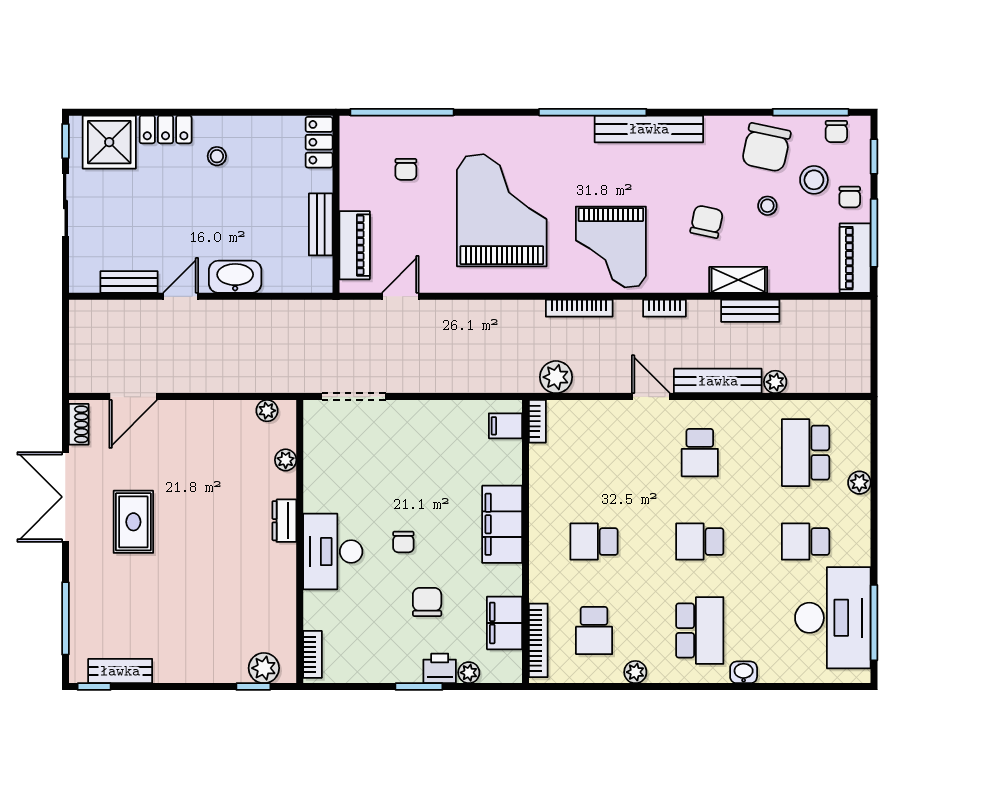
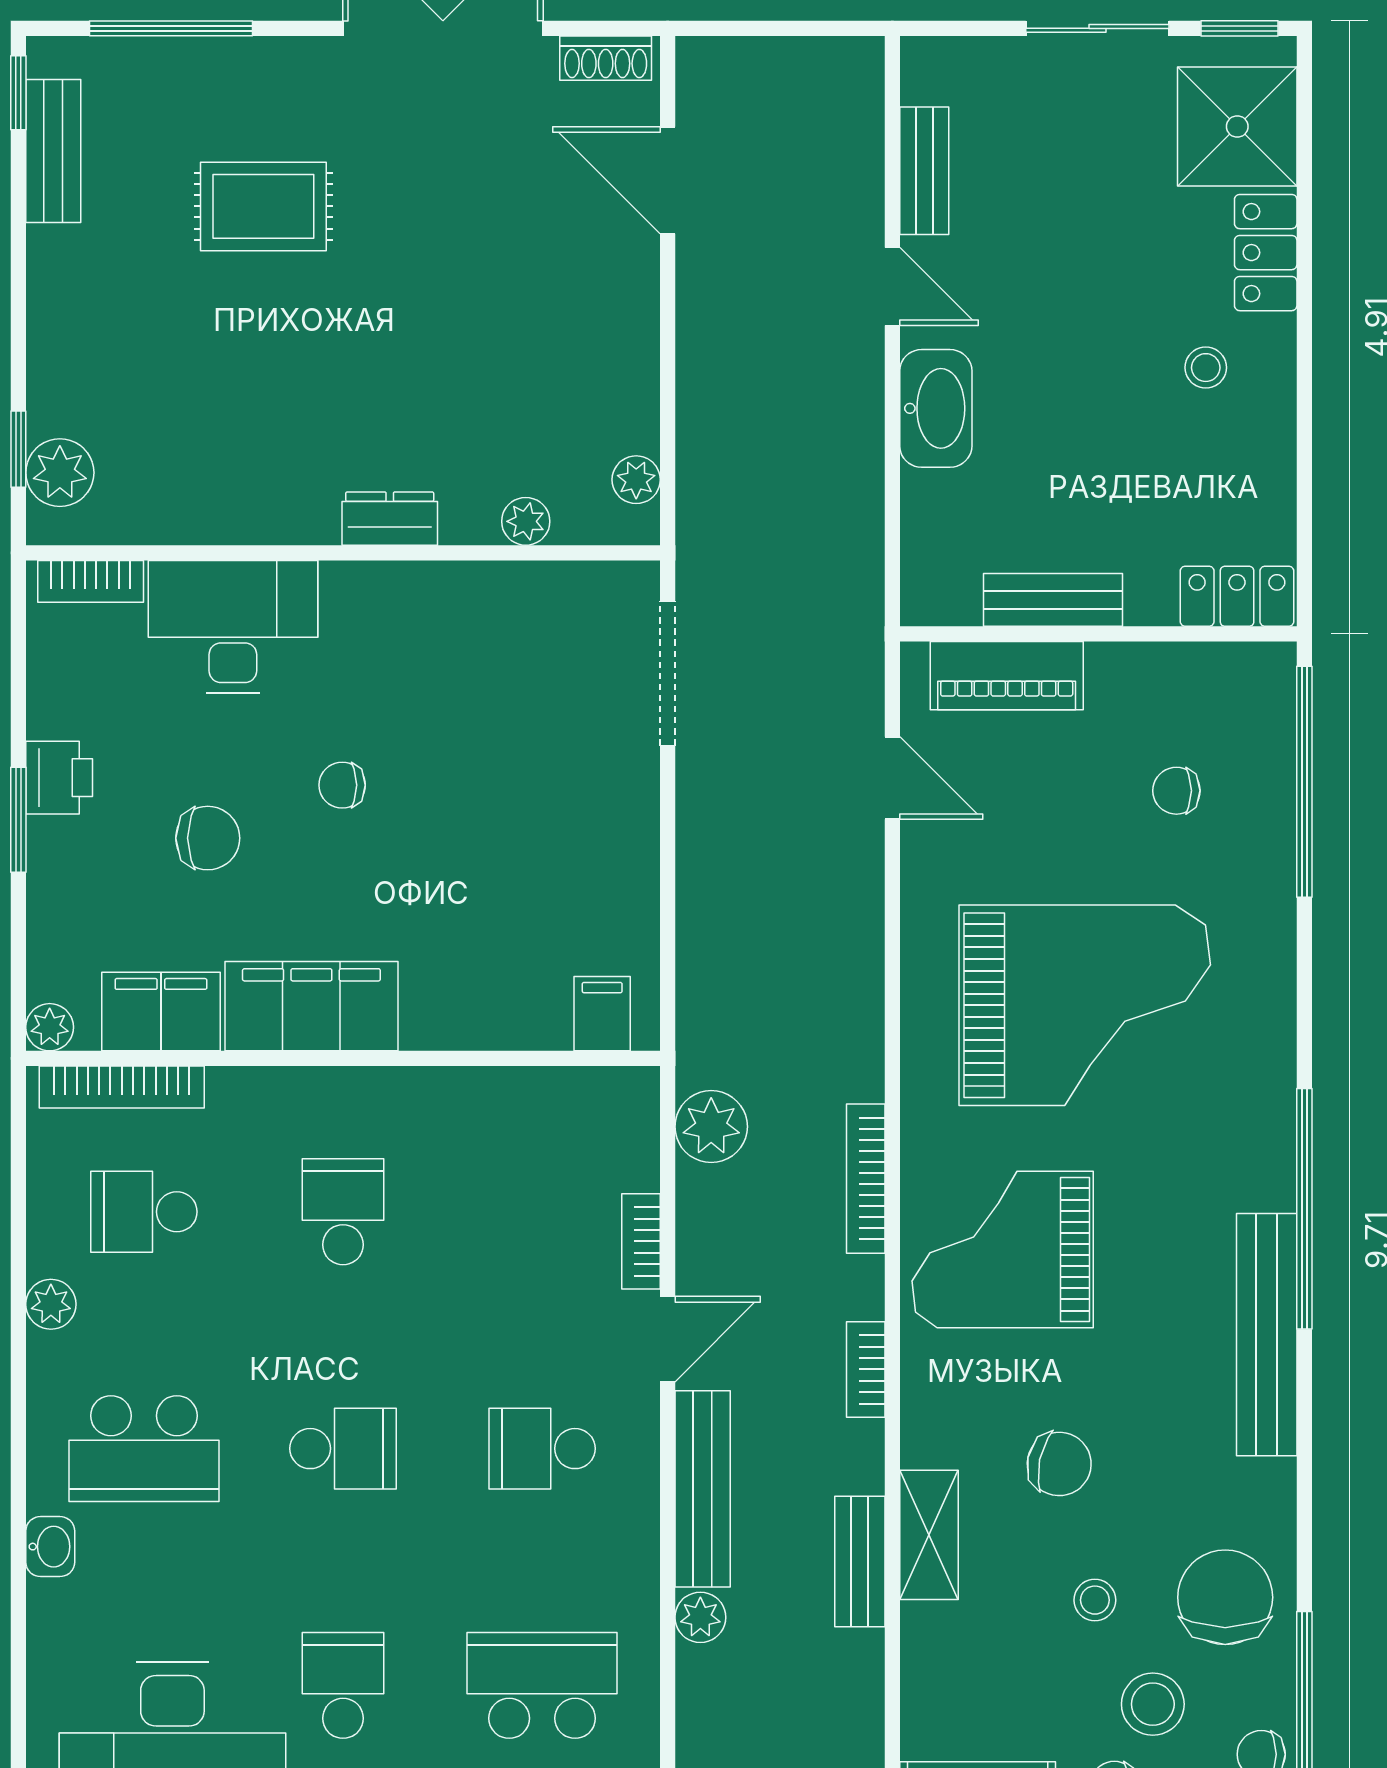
chair: (766, 148) -> (1225, 1597), turned 78
bookcase: (537, 421) -> (641, 1241), moved, turned 90
rug: (133, 522) -> (263, 206), moved
filing cabinet: (502, 524) -> (311, 1006), moved
school desk: (700, 542) -> (343, 1449), turned 90
desk: (333, 552) -> (233, 627), moved
printer: (440, 668) -> (59, 778), moved
plant: (469, 673) -> (50, 1027), moved

